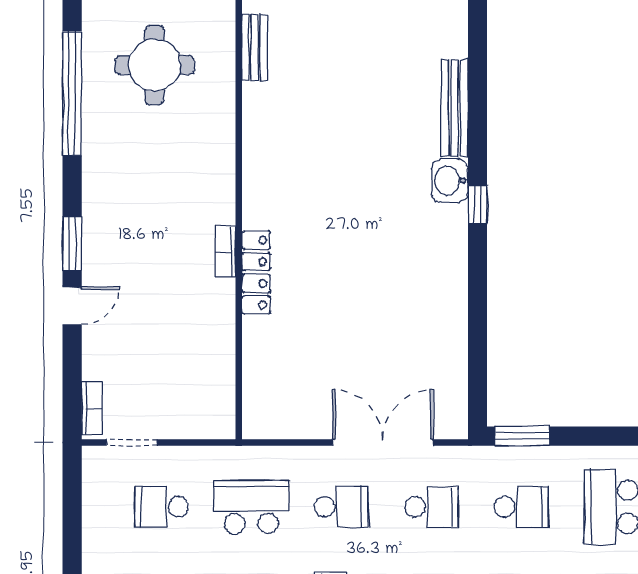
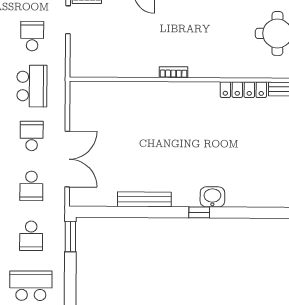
bench: (455, 108) -> (144, 199), moved
locker: (256, 273) -> (243, 90), moved
school desk: (341, 507) -> (32, 136), turned 180

